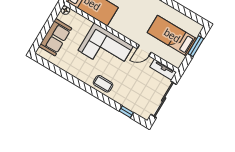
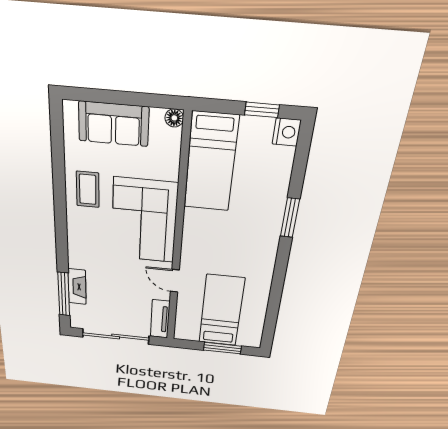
coffee table: (103, 84) -> (88, 189), moved
fireplace: (125, 102) -> (77, 287), added
window: (126, 112) -> (64, 294), width x2.17

